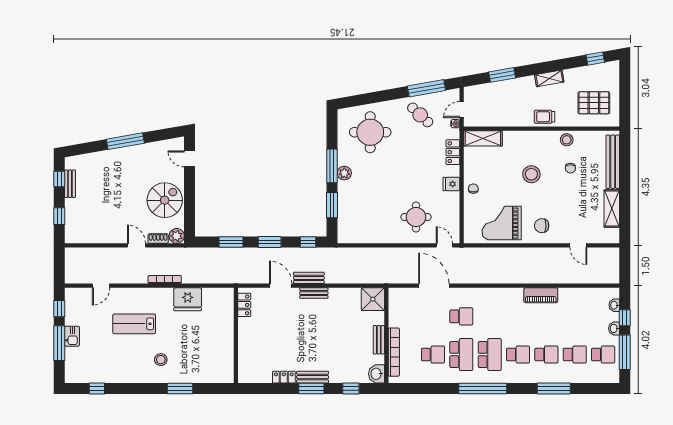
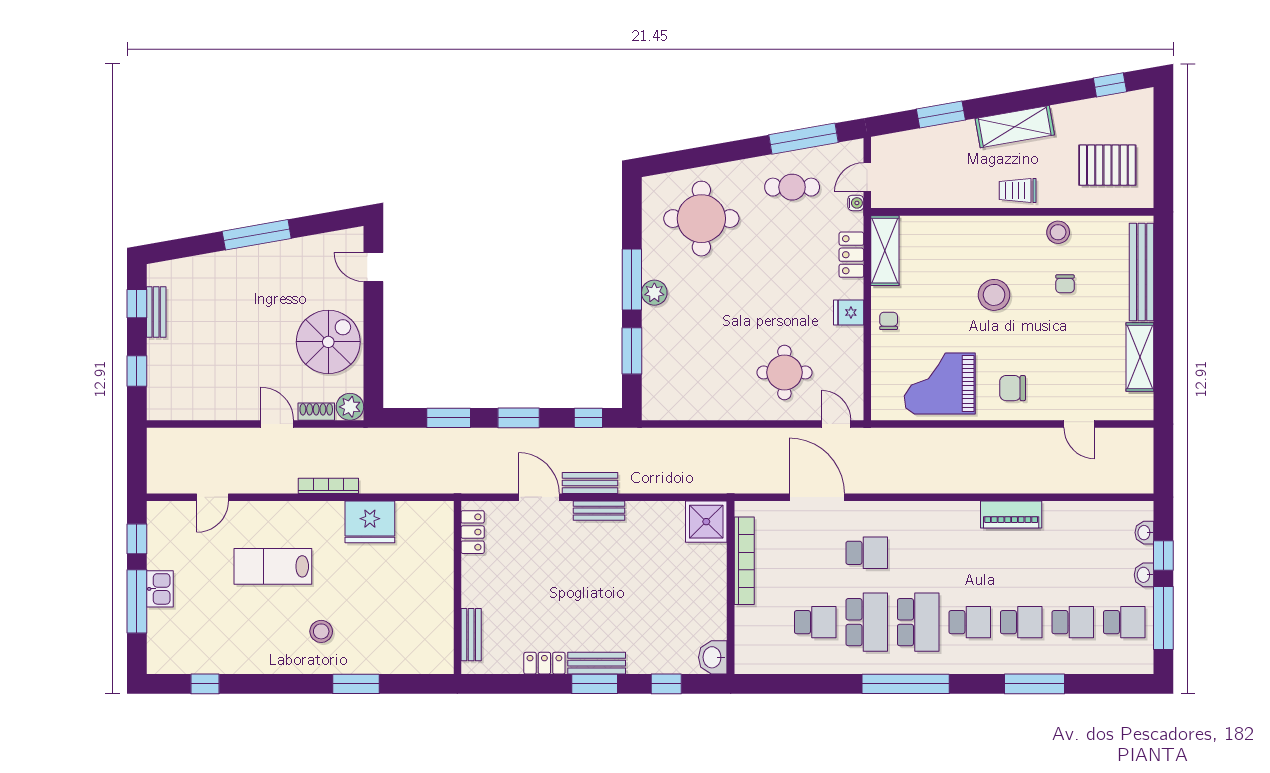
shelving: (549, 78) -> (1015, 127), width x1.50, depth x1.33
cafe table: (420, 115) -> (792, 187), turned -43
shelving: (483, 138) -> (885, 251), moved, turned 90
bench: (379, 340) -> (471, 635), moved
bookcase: (394, 352) -> (744, 561), moved

